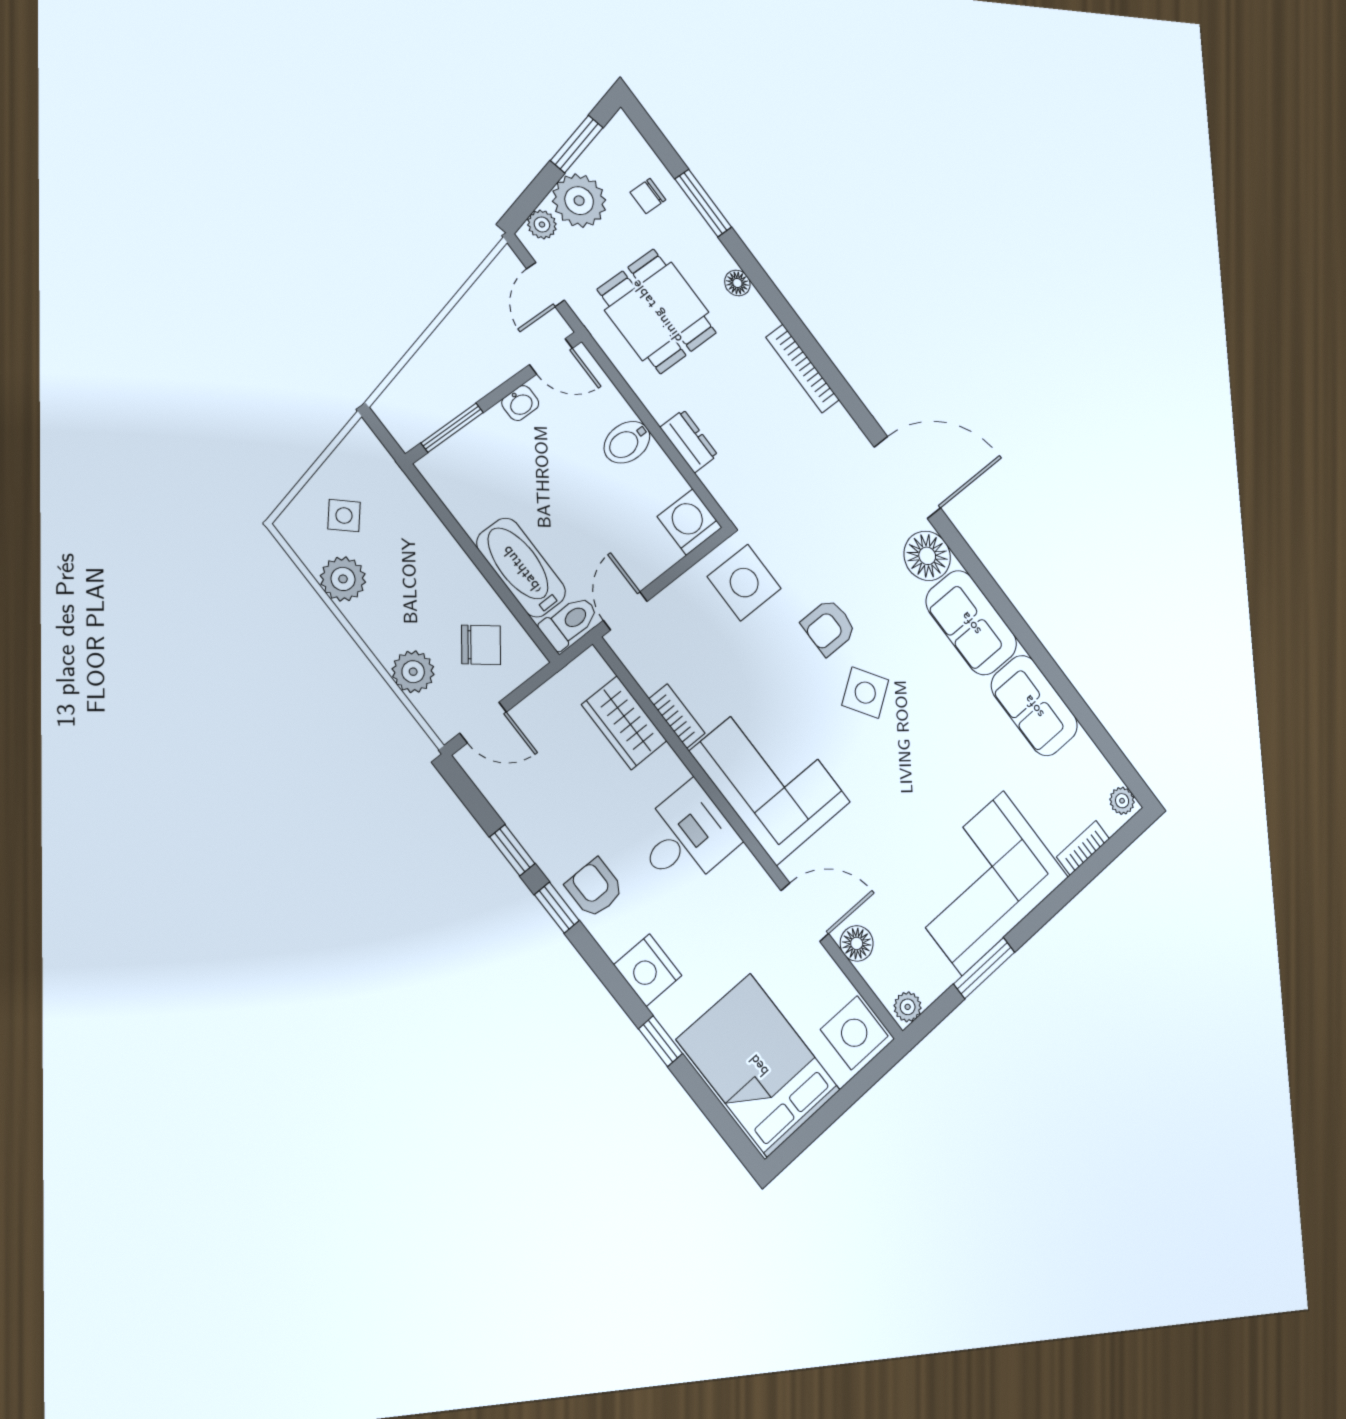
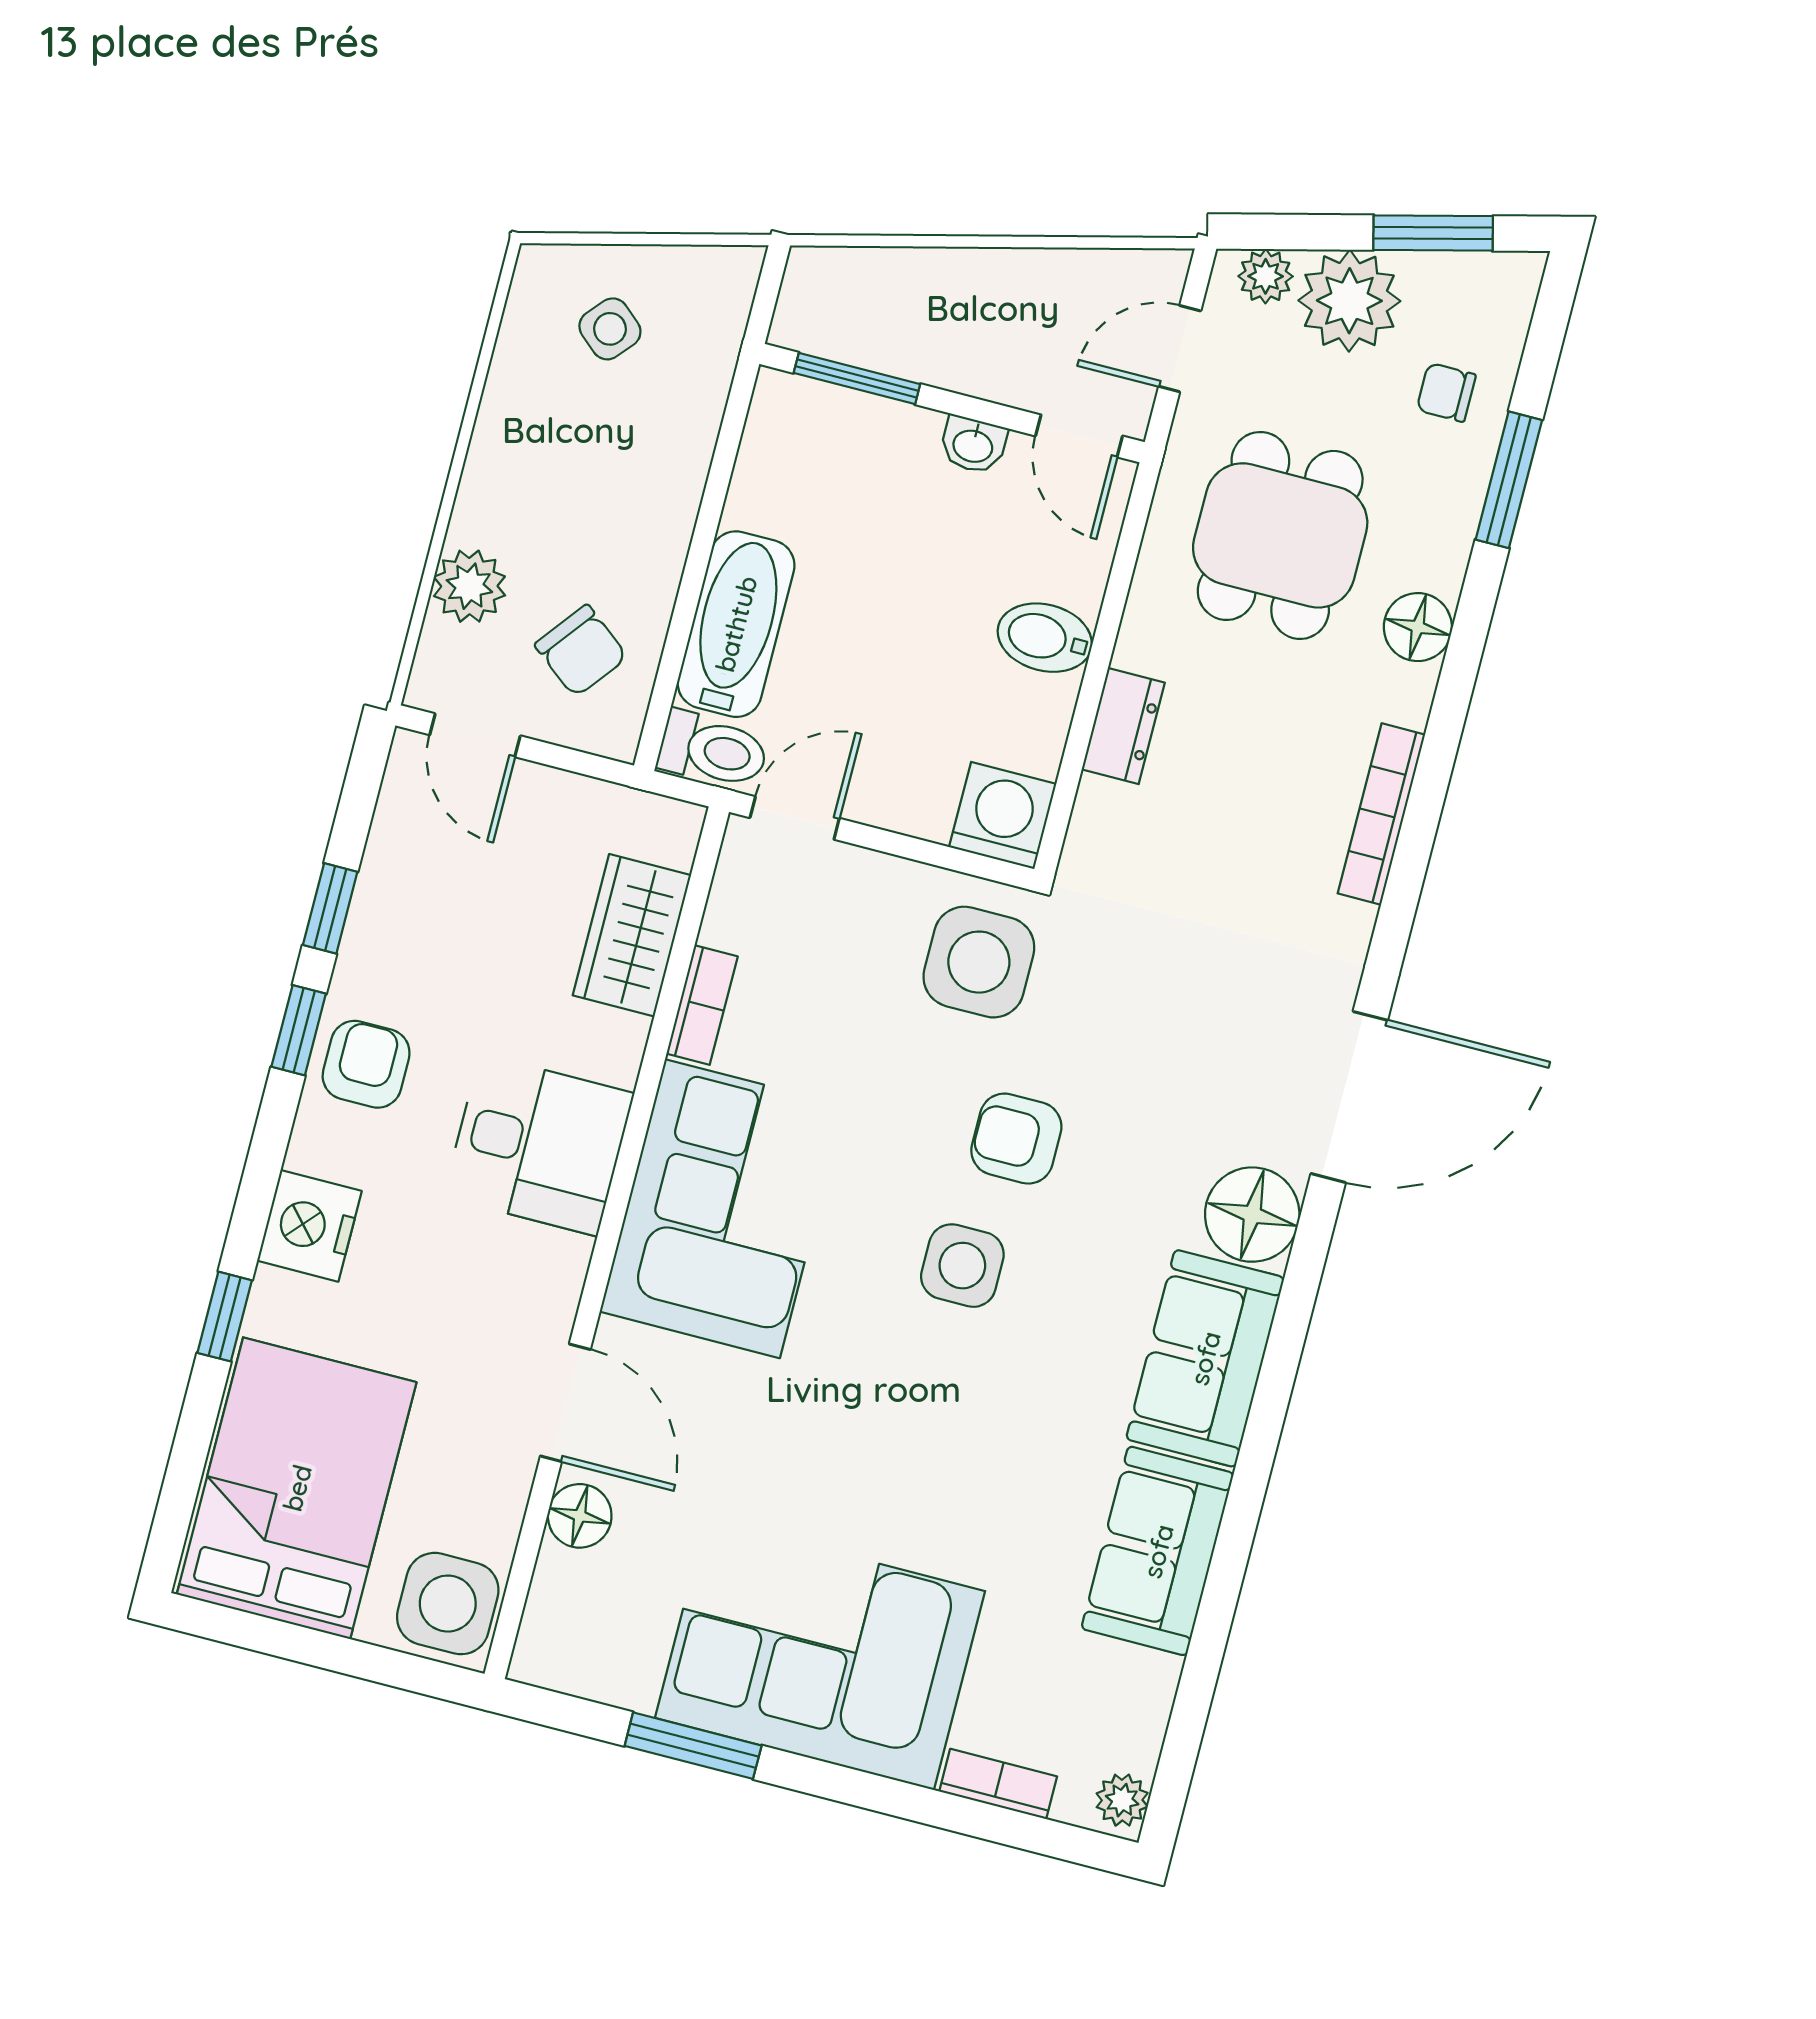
floor lamp: (737, 283) -> (1418, 627), width x1.37, depth x1.37
door: (907, 478) -> (1349, 1097), hinge flipped
plant: (343, 579) -> (521, 395), removed
side table: (865, 693) -> (962, 1266), turned 34
plant: (908, 1007) -> (546, 1662), removed

